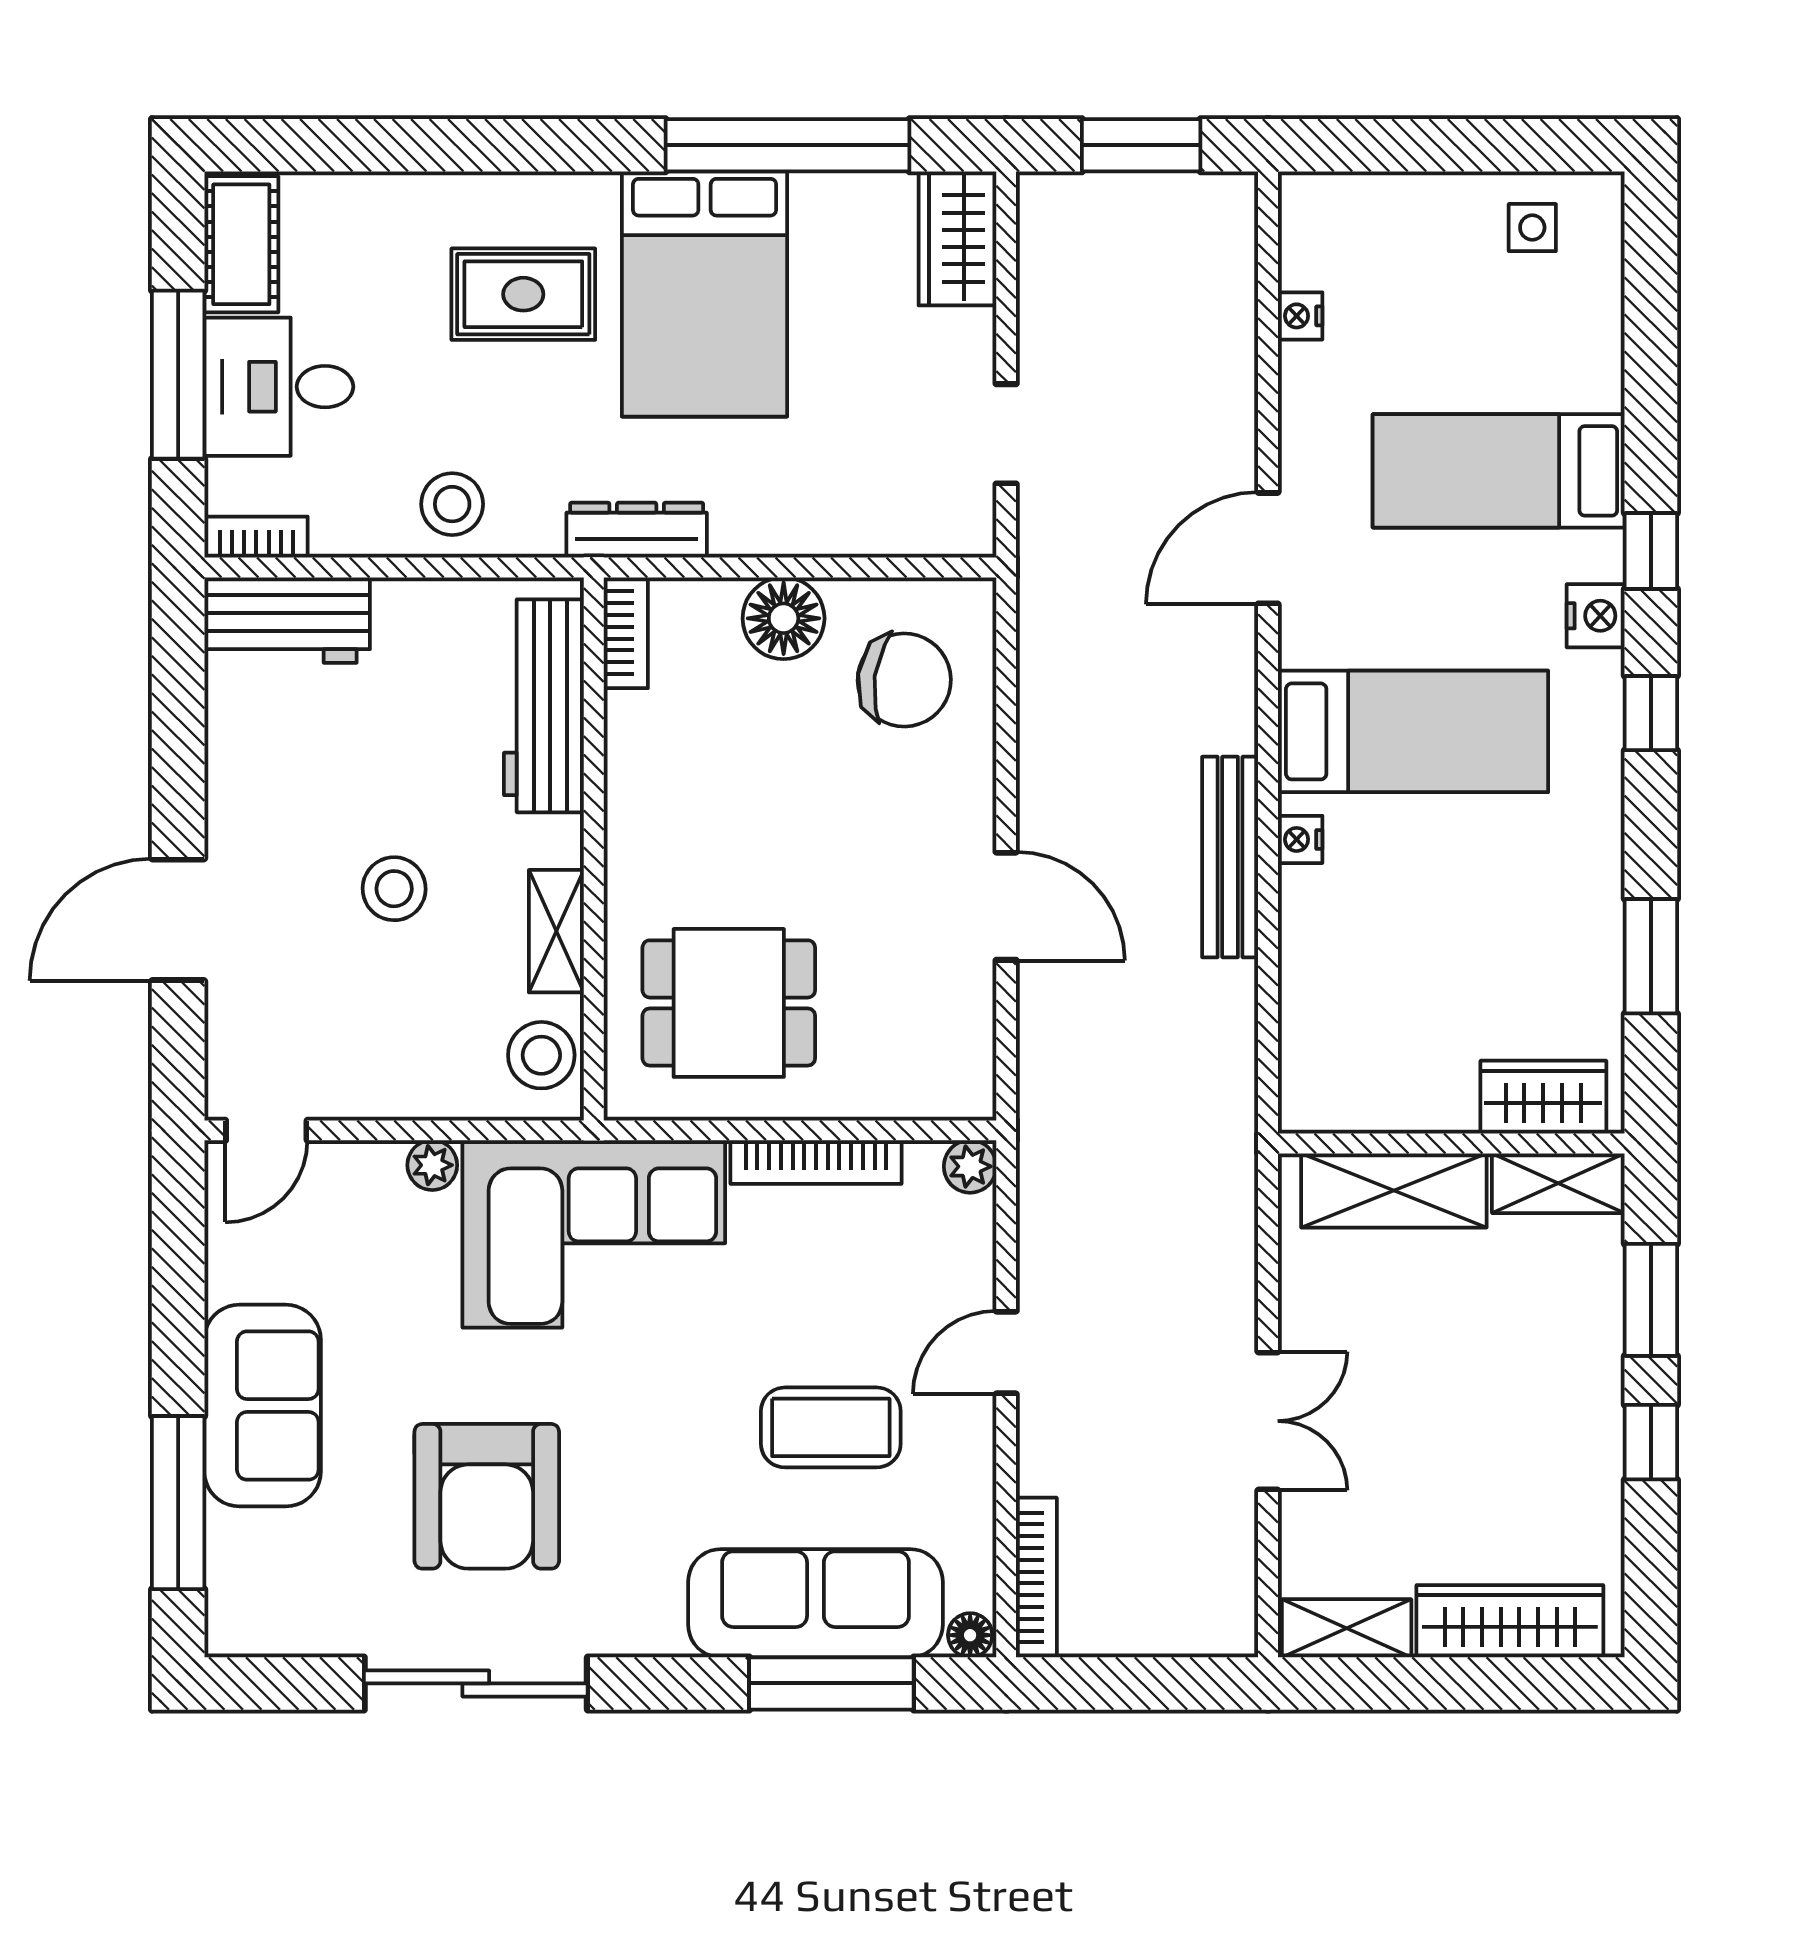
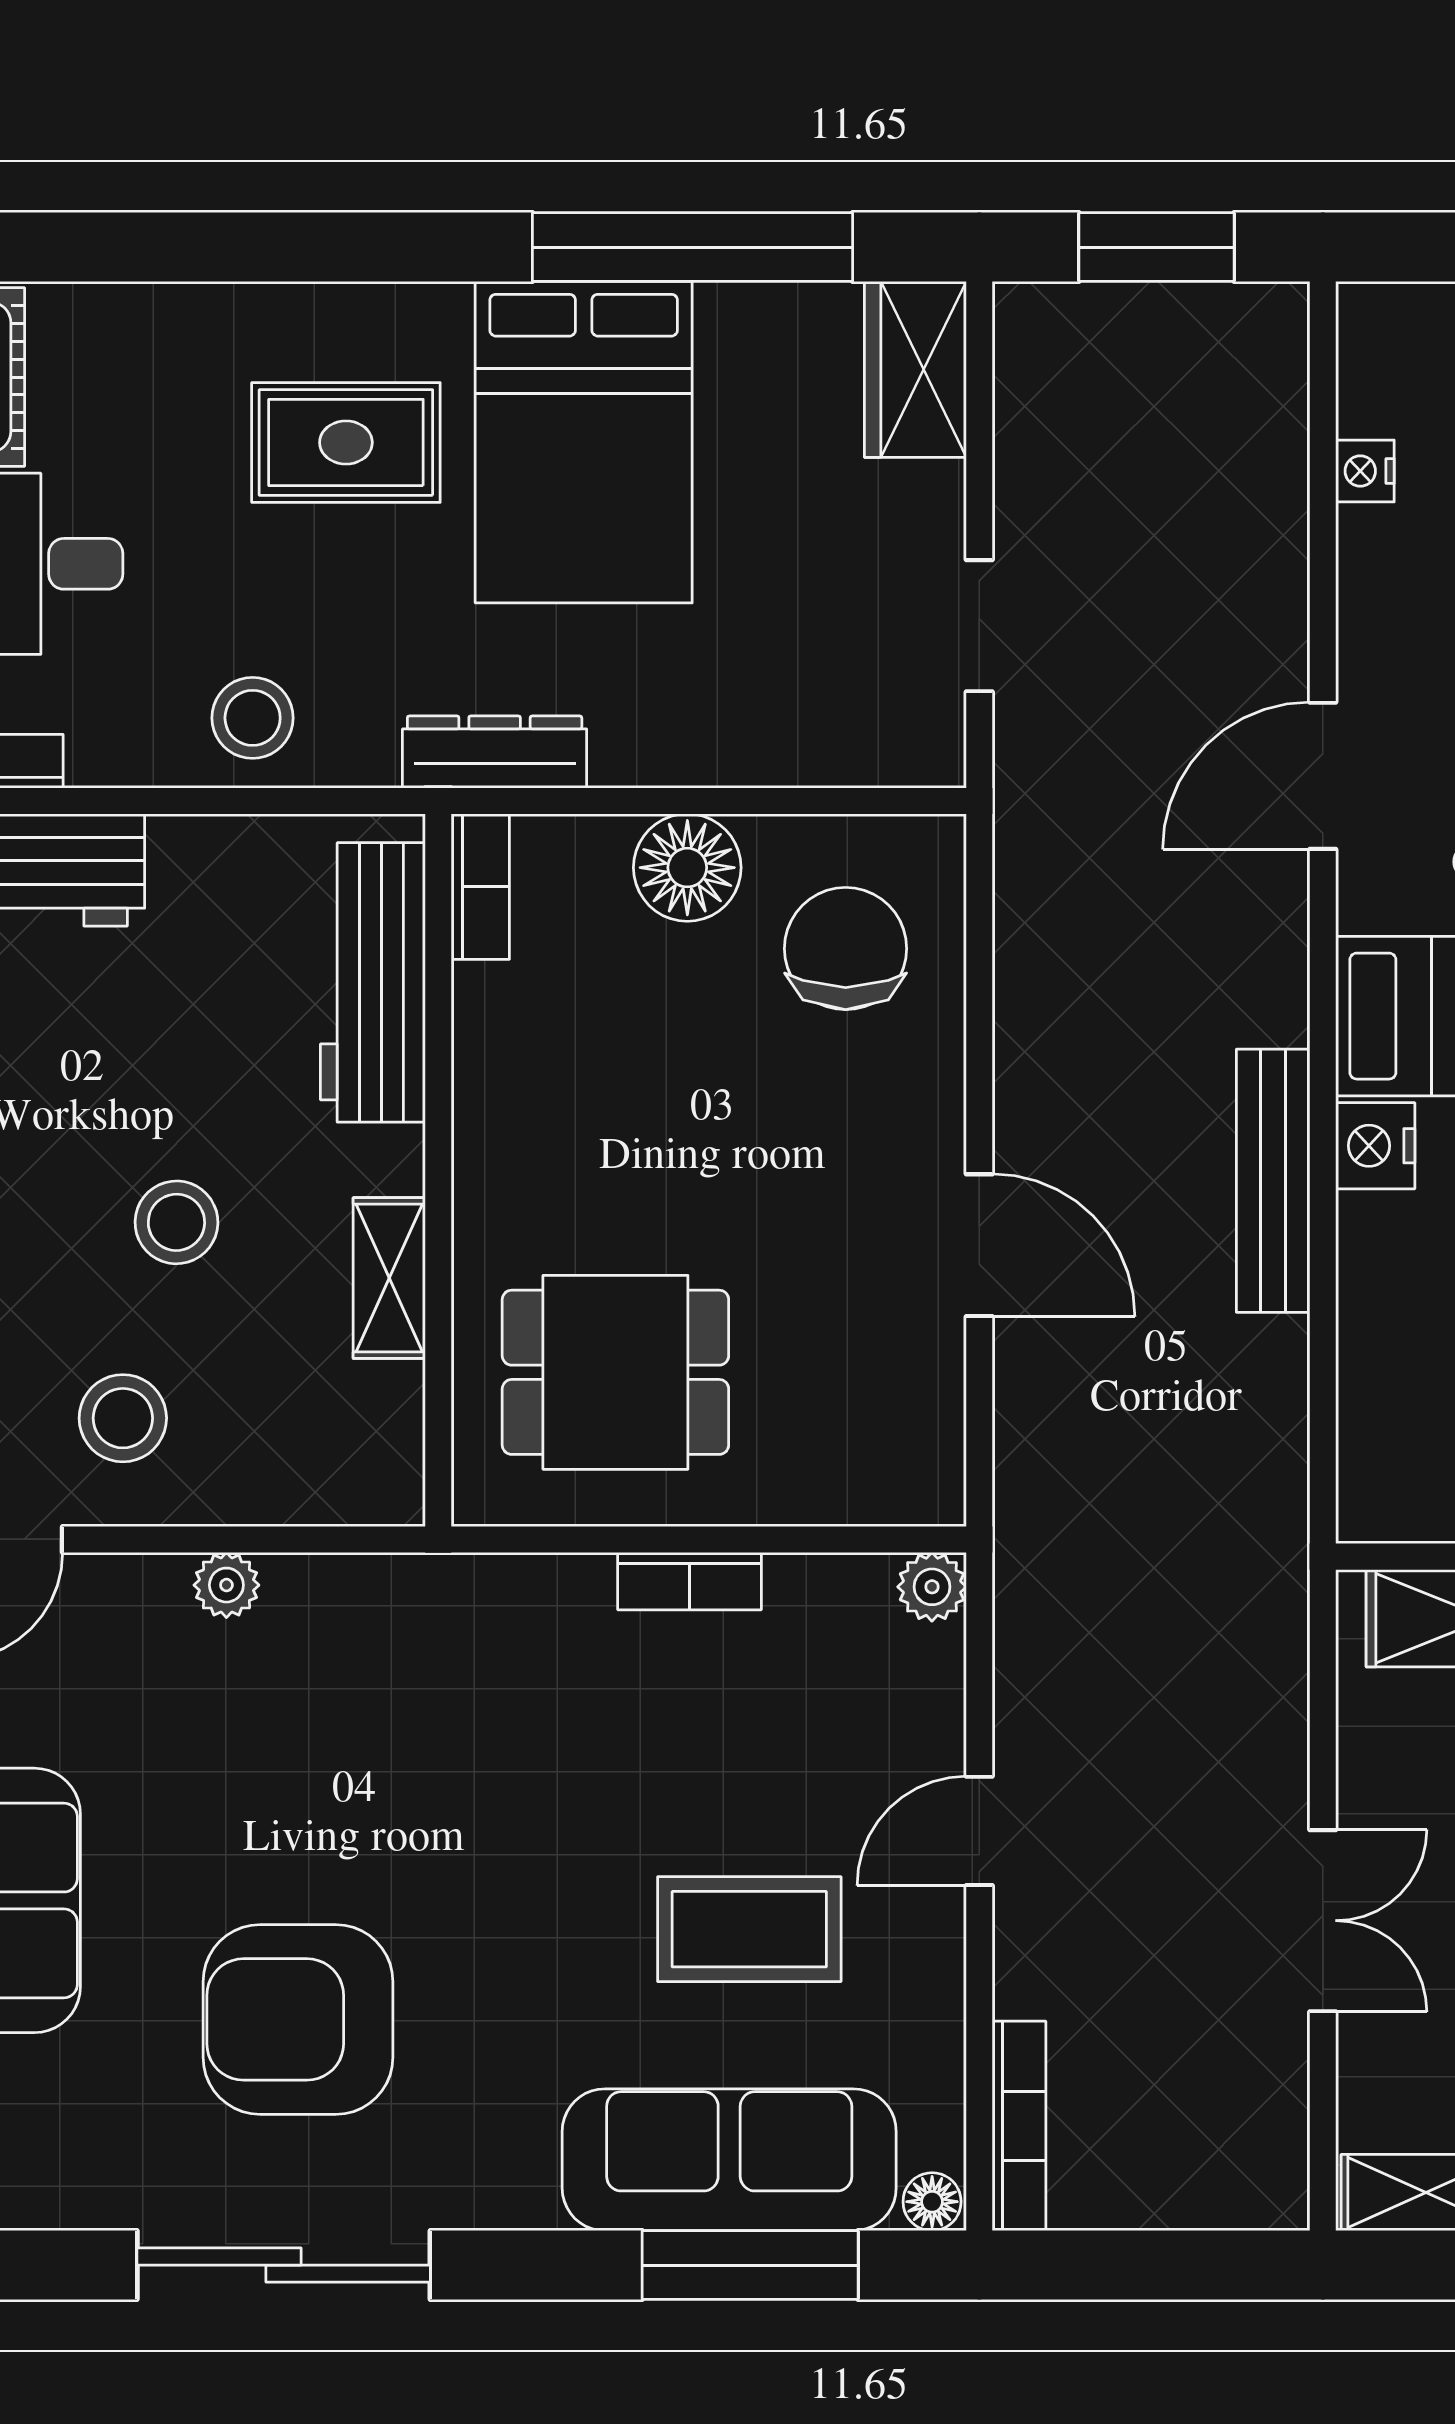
chair: (904, 680) -> (846, 949), turned -98
nightstand: (1300, 839) -> (1375, 1146), width x1.39, depth x1.35
stool: (541, 1055) -> (123, 1418), moved
bookcase: (816, 1162) -> (689, 1581), width x0.64
corner sofa: (594, 1234) -> (438, 1675), removed
armchair: (487, 1496) -> (298, 2019), turned 90

